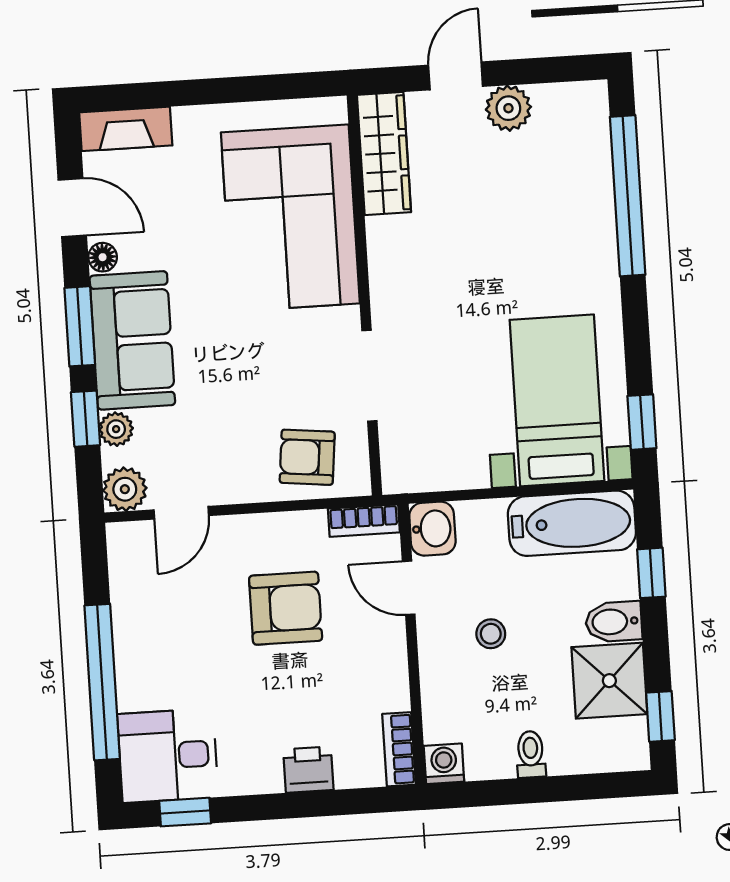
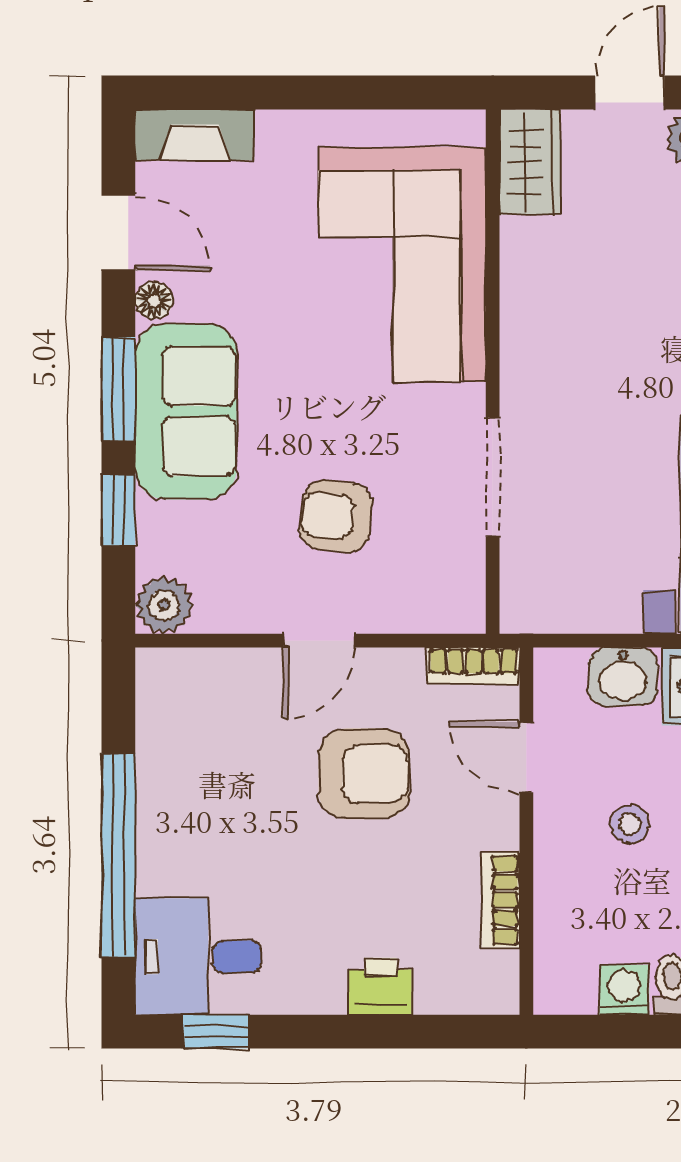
wardrobe: (384, 154) -> (530, 162), width x0.67
plant: (116, 429) -> (157, 526), removed
armchair: (307, 457) -> (336, 516), moved
door: (181, 513) -> (319, 641), moved
washbasin: (432, 529) -> (623, 677), moved, turned 90
bookcase: (399, 749) -> (501, 900), moved
washing machine: (444, 764) -> (624, 990), moved

